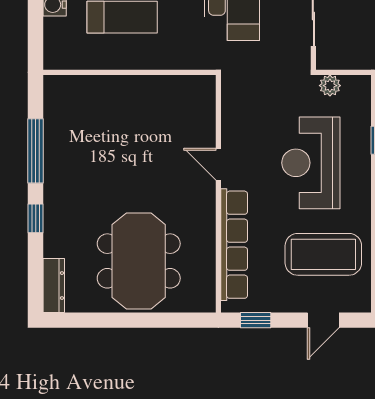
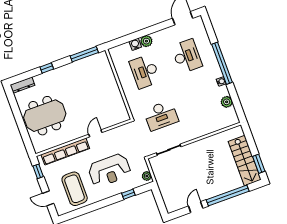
plant: (330, 86) -> (147, 176), moved
window: (36, 151) -> (84, 54), moved
reception desk: (311, 163) -> (109, 170), turned 180

